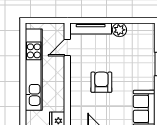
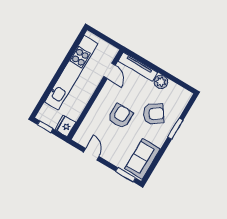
door: (67, 47) -> (109, 71), swing flipped
armchair: (130, 62) -> (154, 114), added

